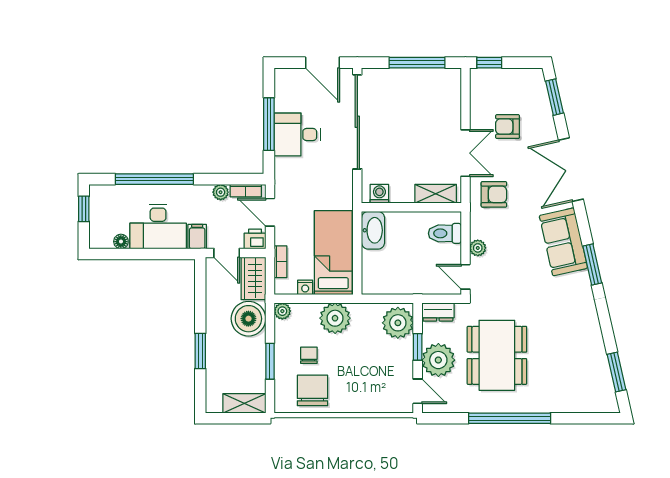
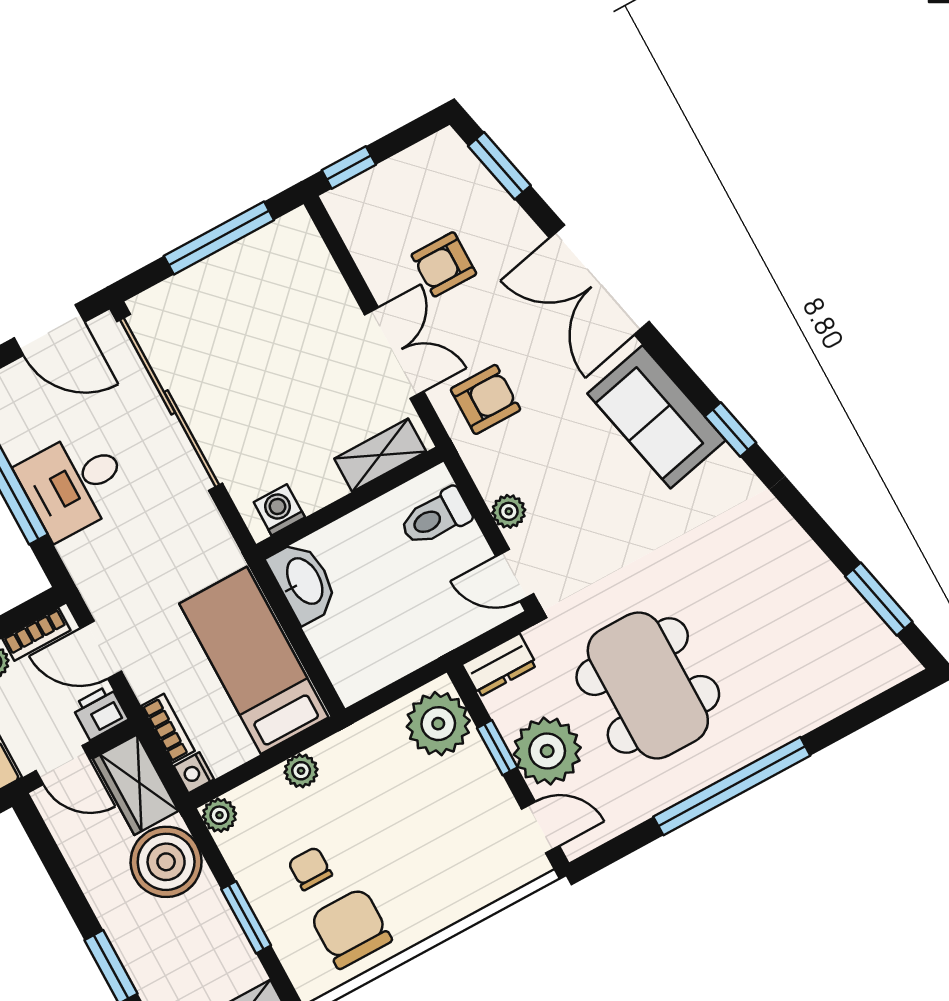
window: (592, 265) -> (730, 430), width x0.67
nightstand: (305, 287) -> (194, 773), moved, turned 90
plant: (335, 318) -> (301, 771), width x0.53, depth x0.53

